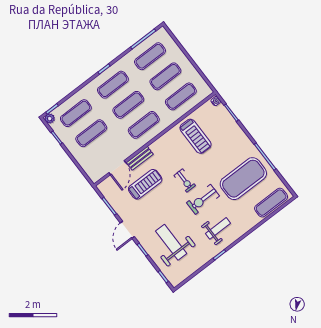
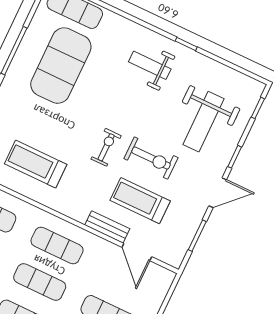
treadmill: (195, 136) -> (36, 164), turned -90
door: (117, 168) -> (137, 252), swing flipped
exercise mat: (243, 179) -> (61, 66), turned 90
exercise bike: (203, 199) -> (151, 158), moved

